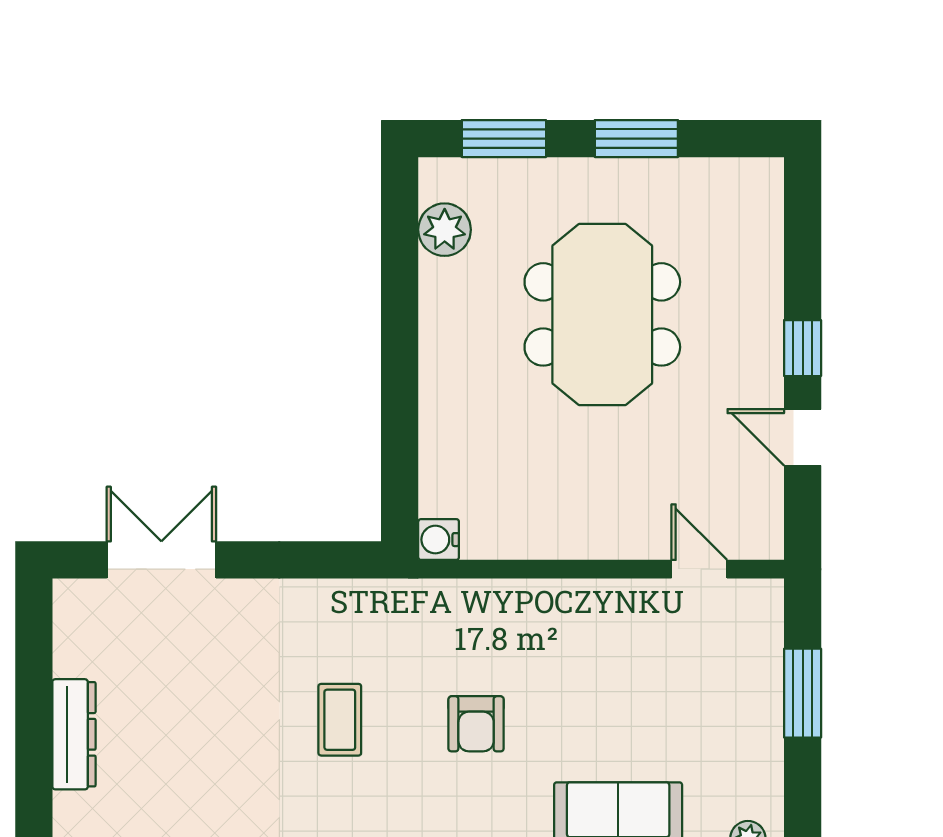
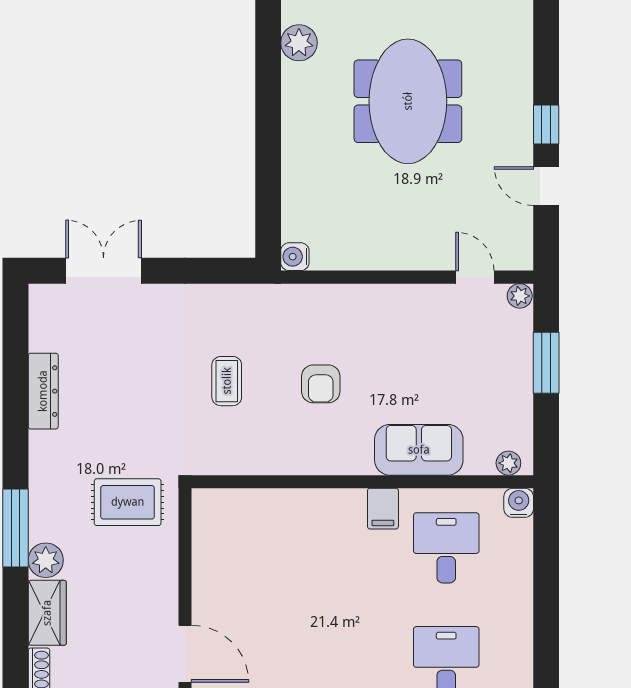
plant: (764, 596) -> (520, 296), added

